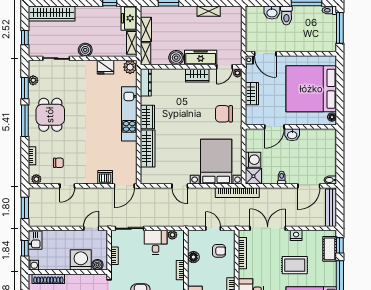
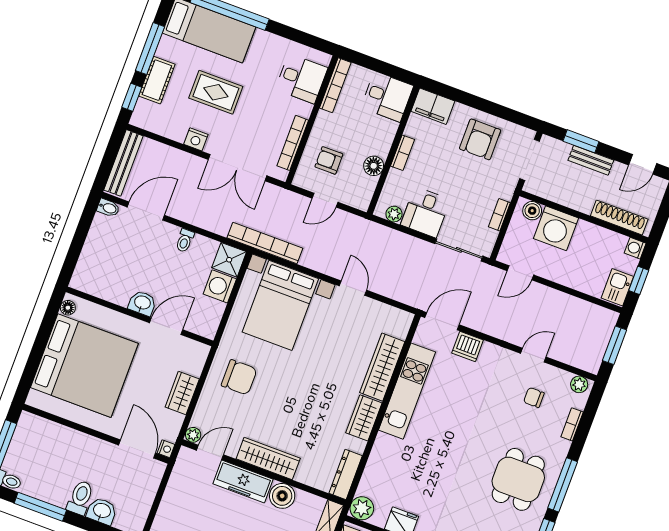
wardrobe: (197, 75) -> (268, 459), width x1.50
kitchen unit: (129, 114) -> (407, 391), moved
door: (213, 228) -> (325, 200), hinge flipped
cot: (330, 249) -> (157, 80), moved

